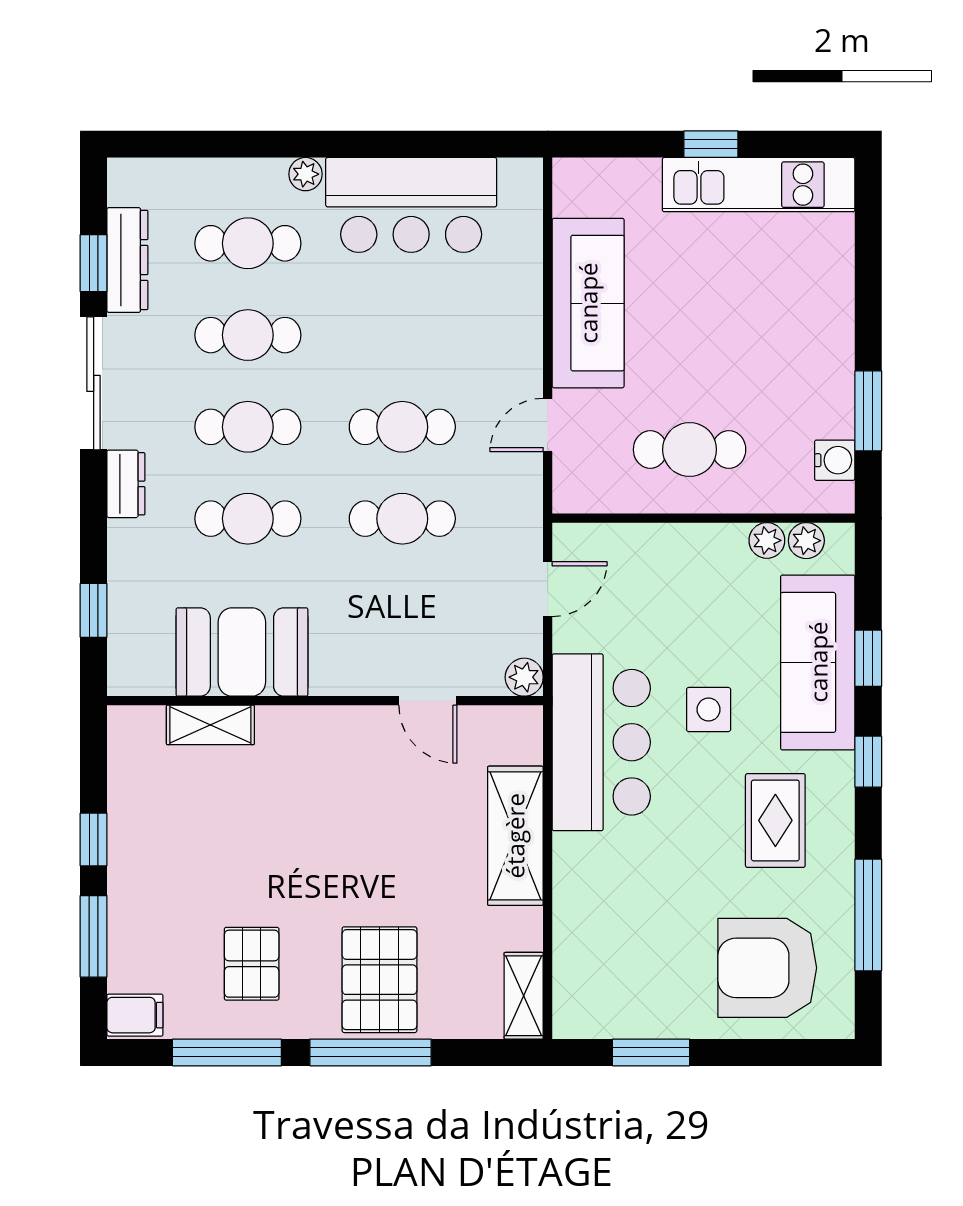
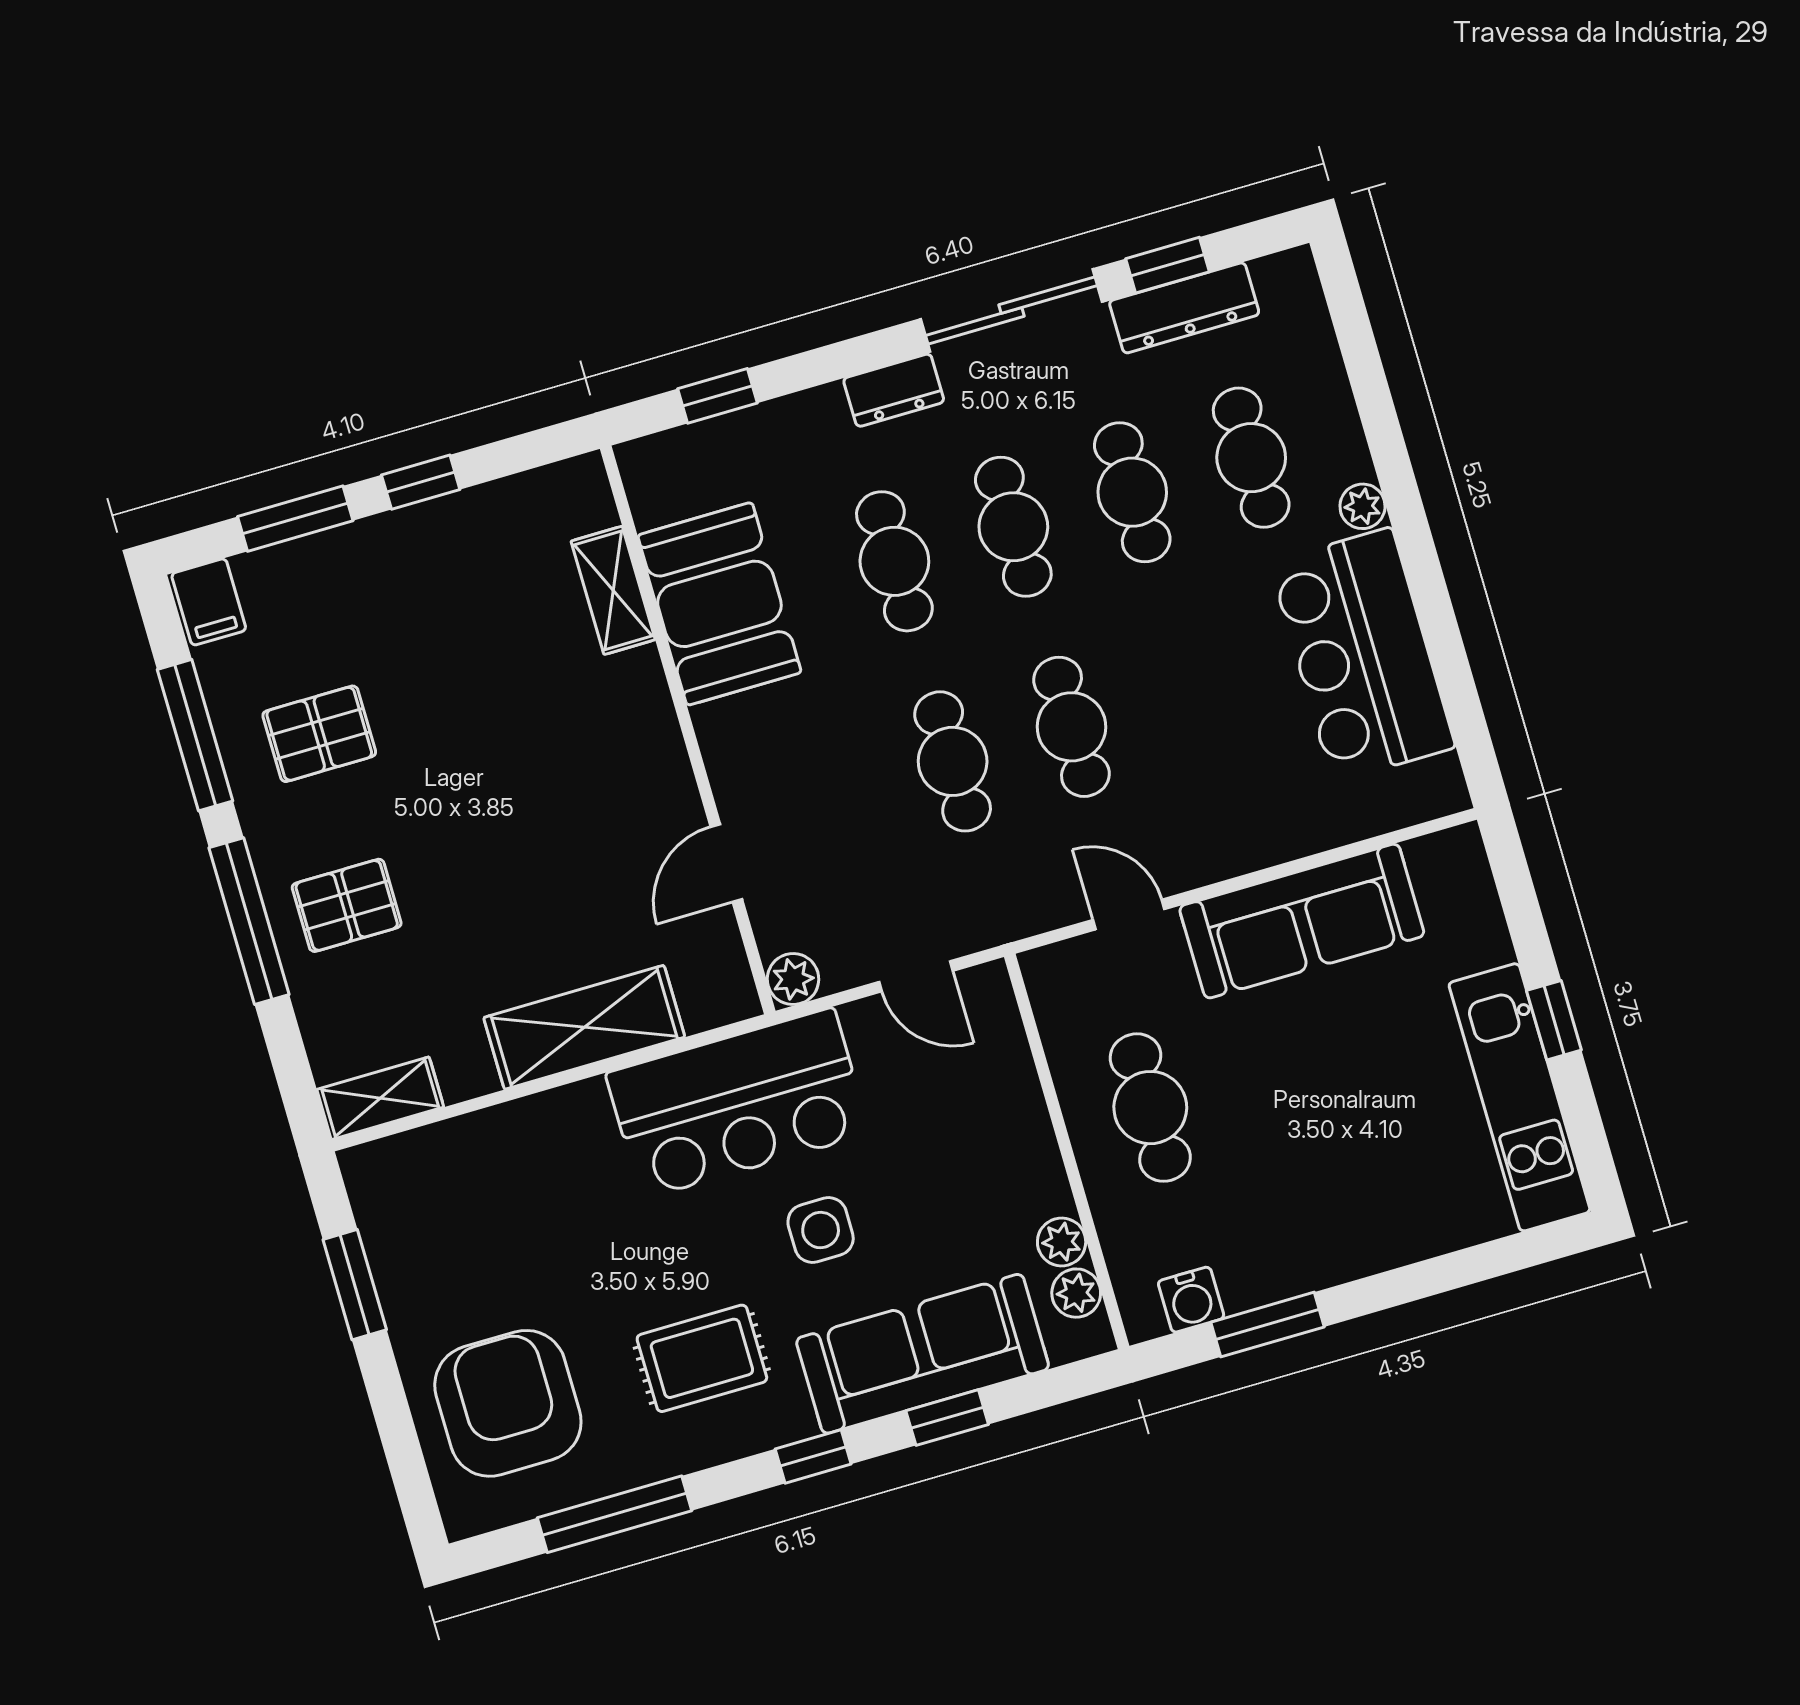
pallet: (379, 980) -> (347, 905), width x0.67, depth x0.71

